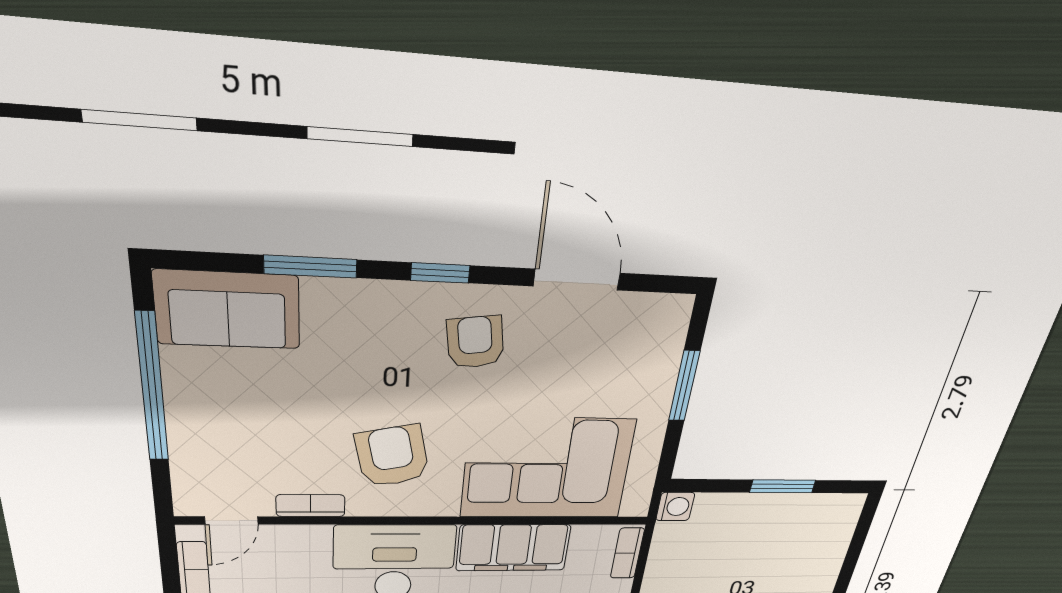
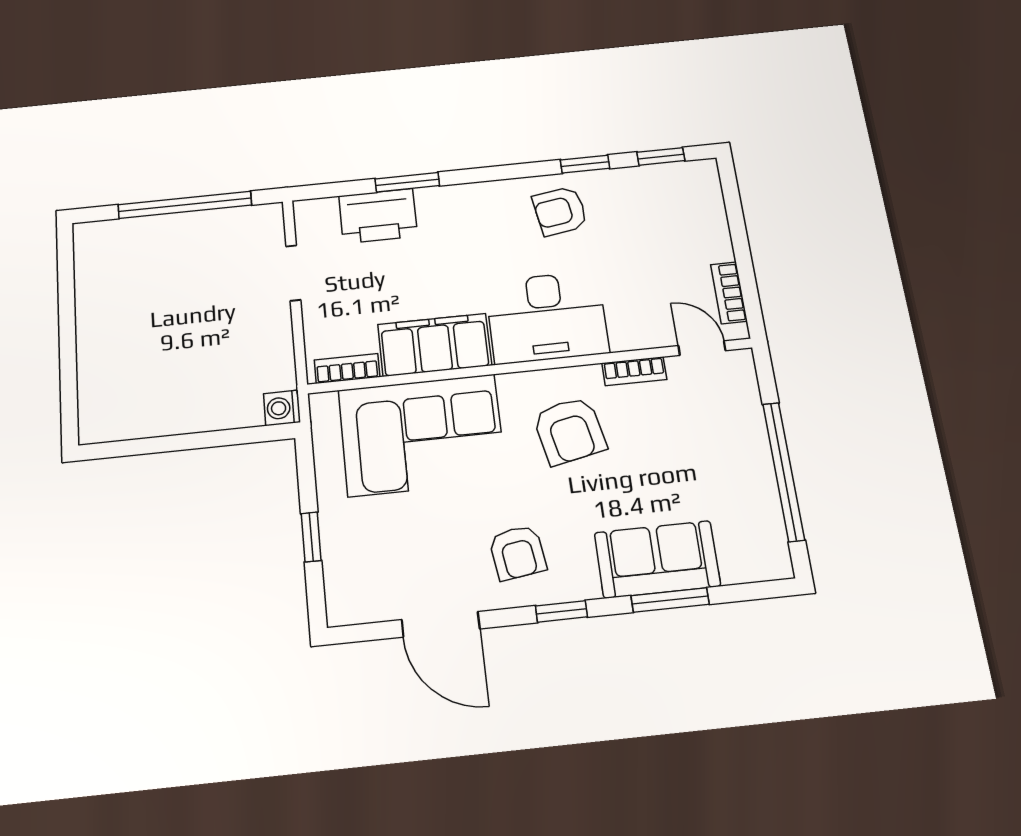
sofa: (228, 310) -> (657, 559), moved
window: (684, 386) -> (311, 537), width x0.67
window: (783, 486) -> (175, 443), removed
door: (231, 521) -> (702, 348), hinge flipped
bookcase: (627, 553) -> (347, 368), moved, turned -90

